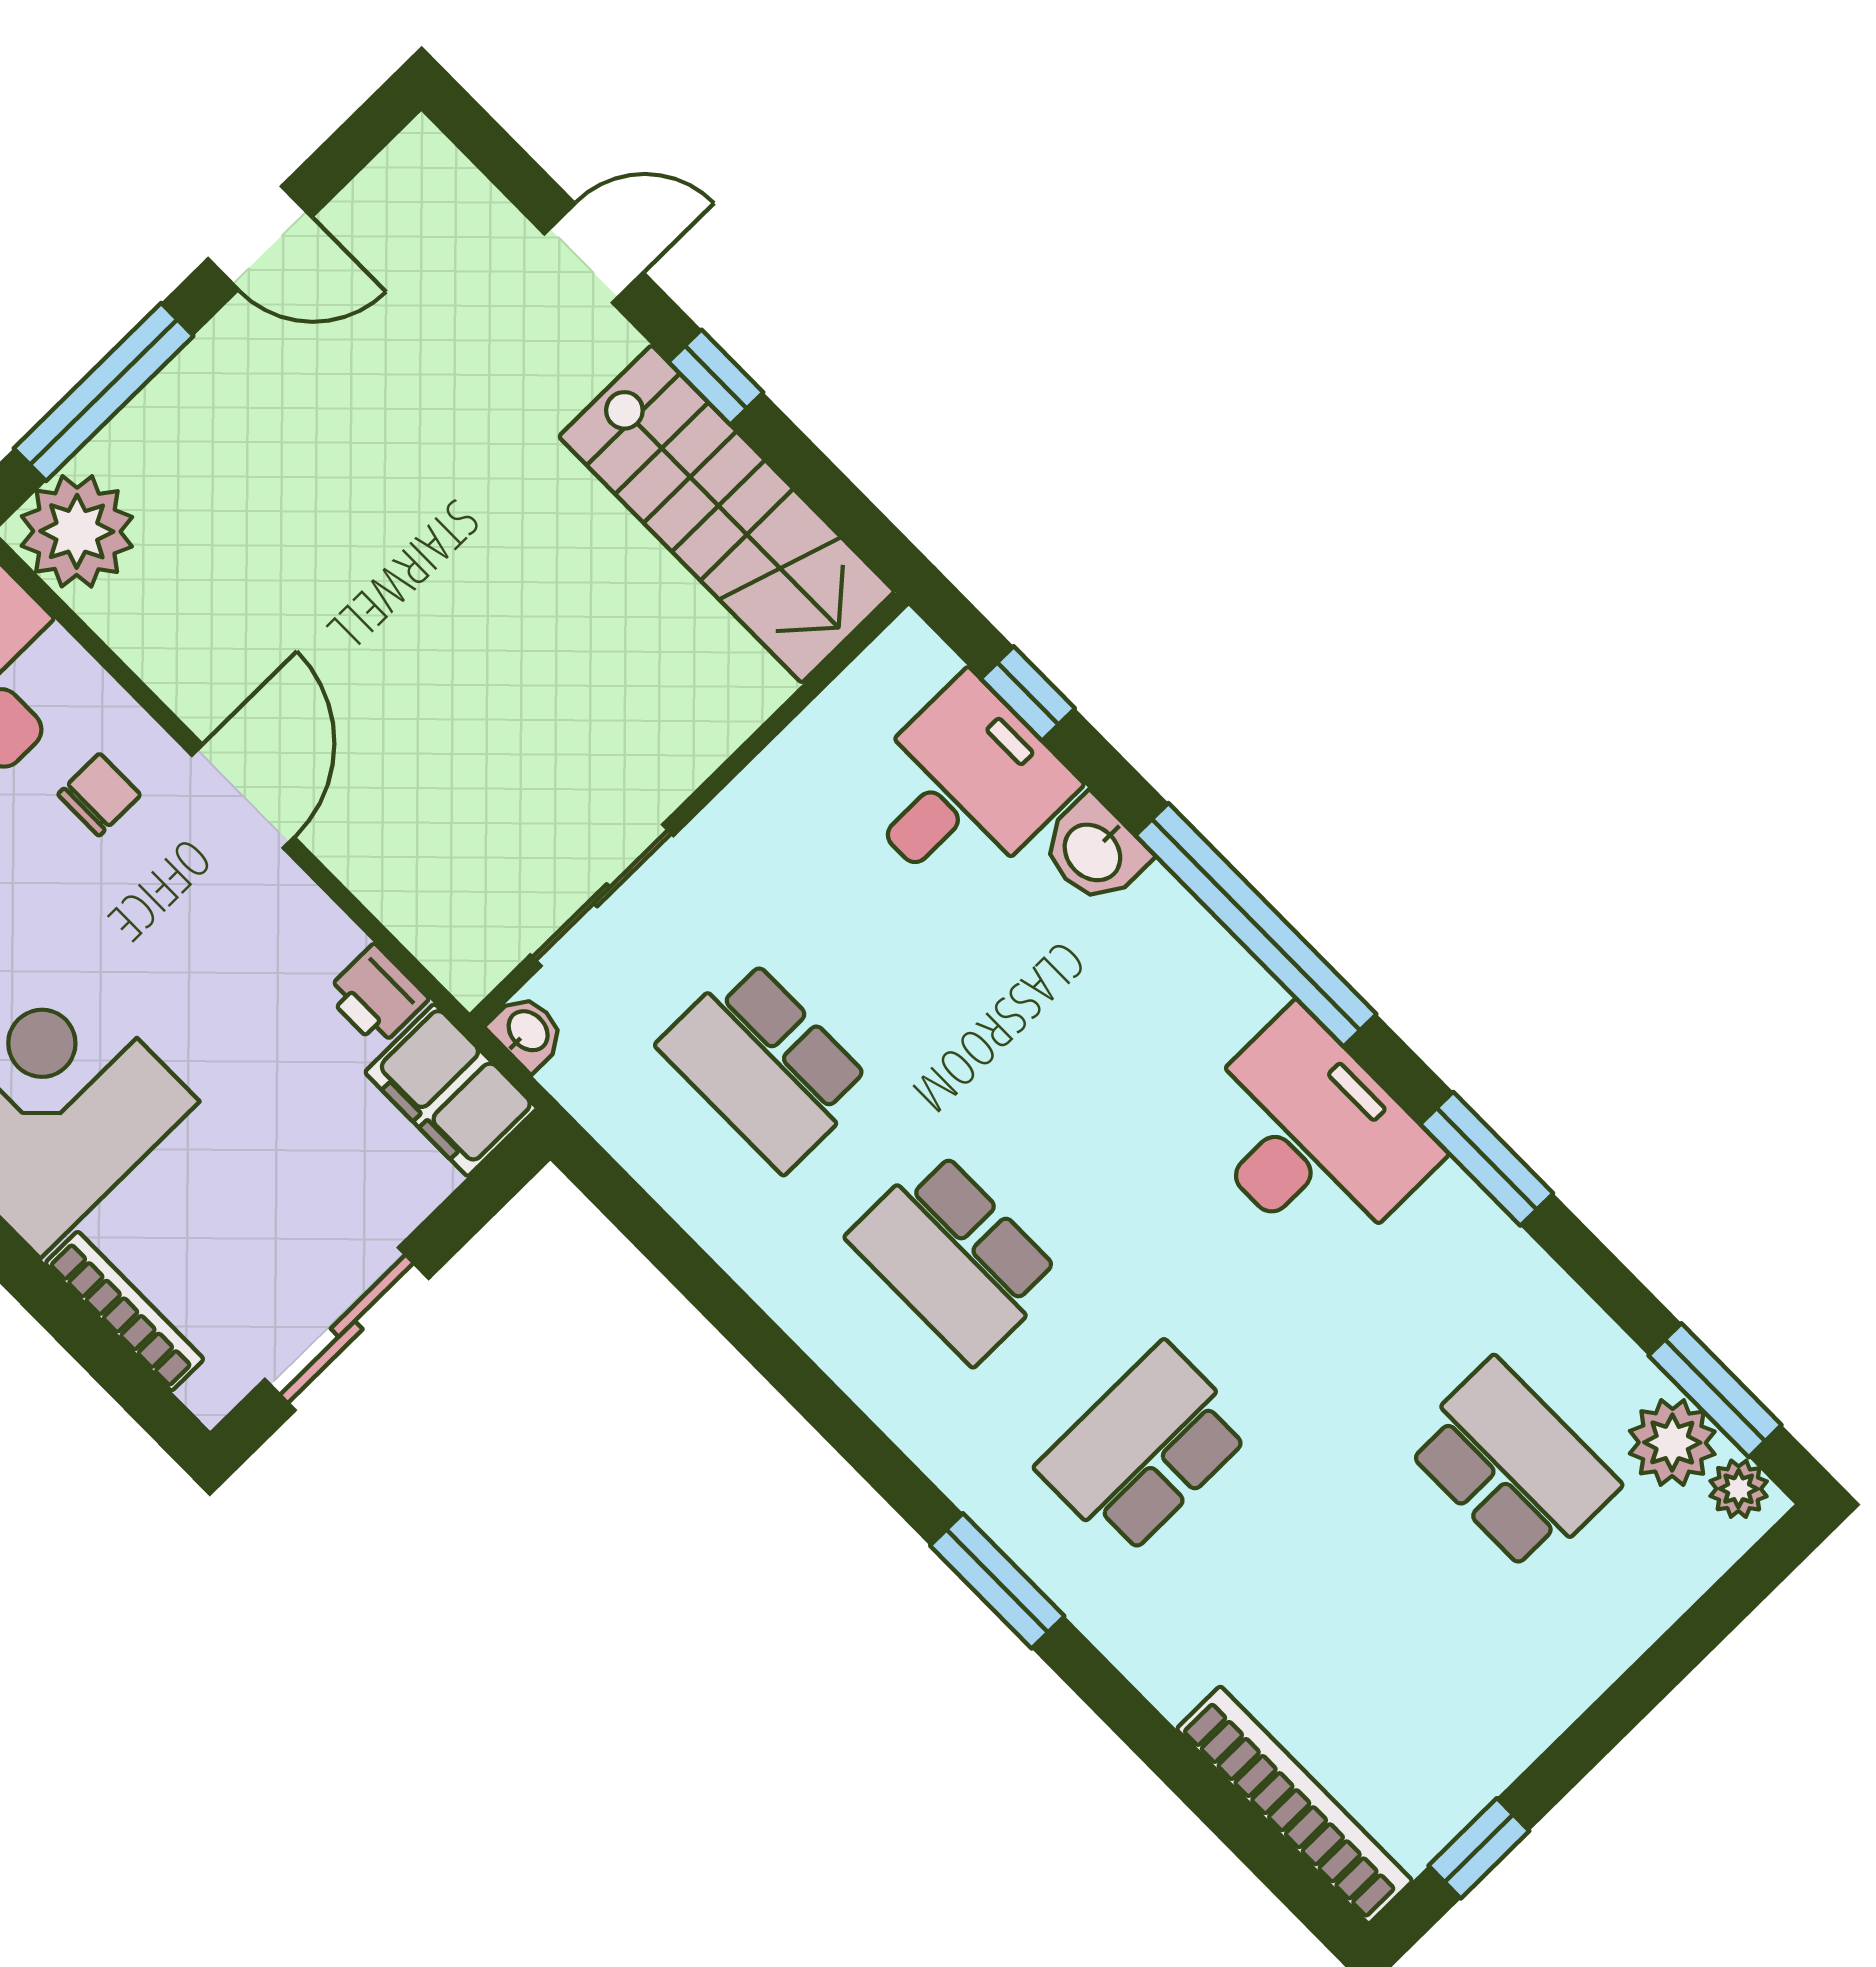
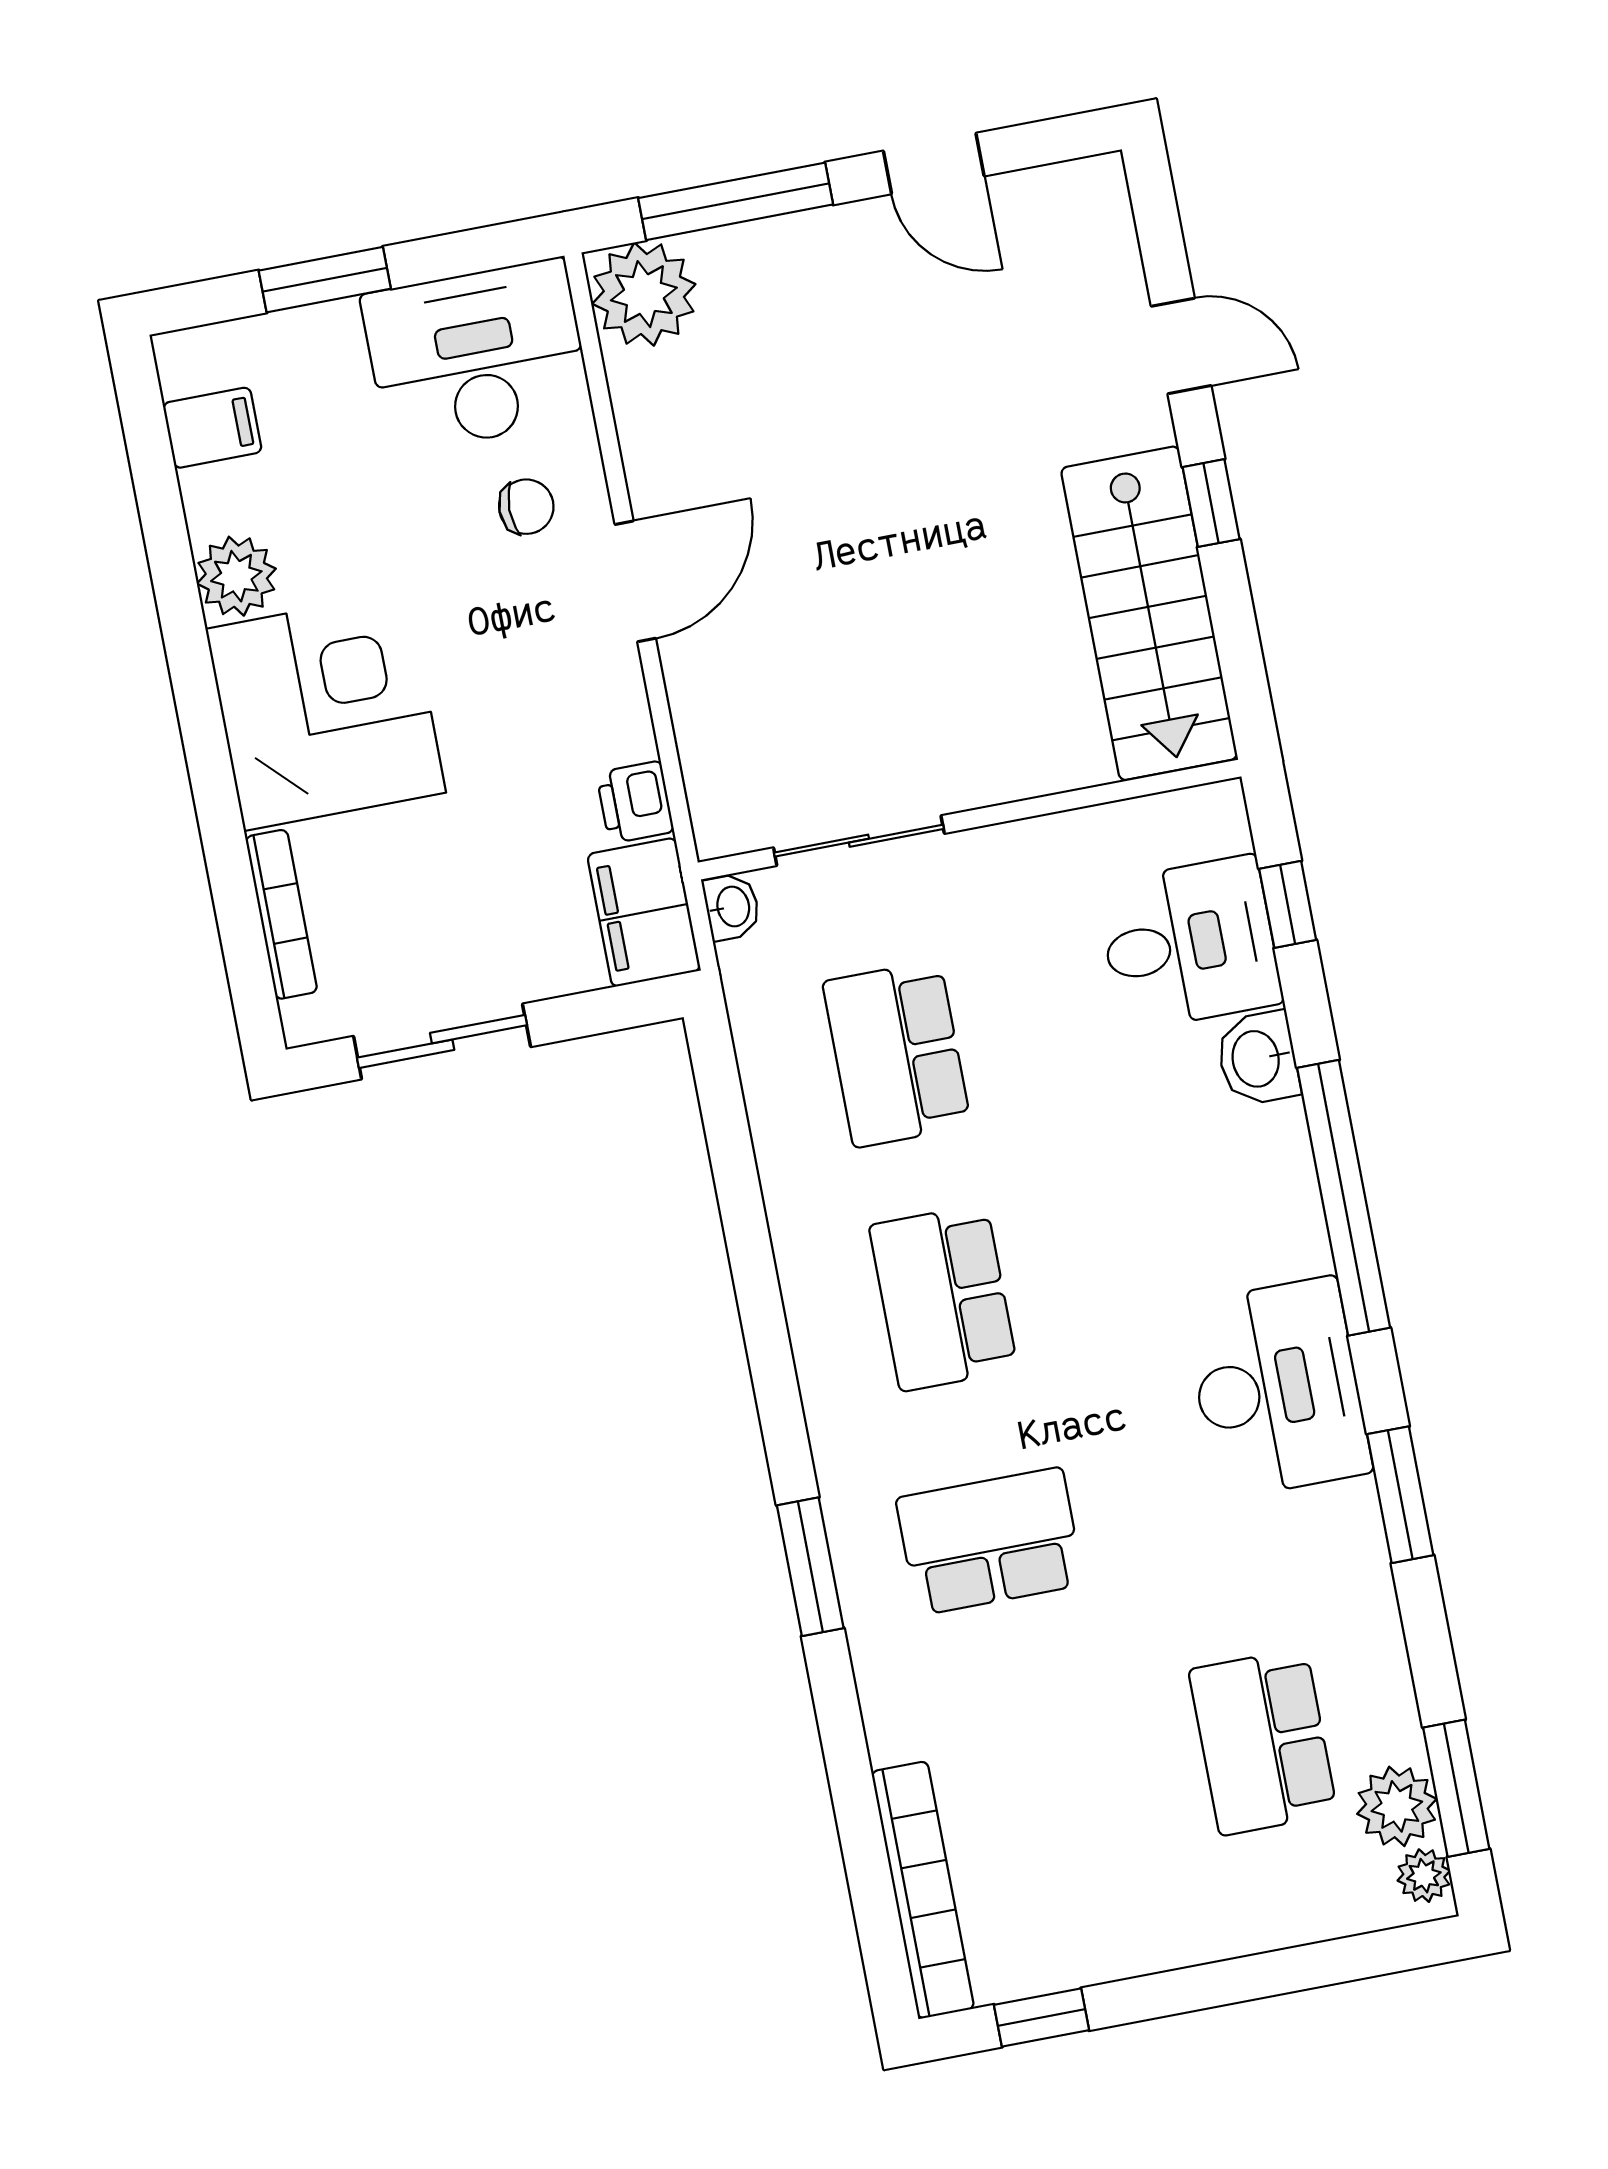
school desk: (1512, 1465) -> (1263, 1742), turned 180

